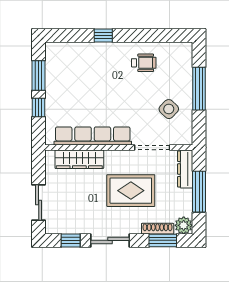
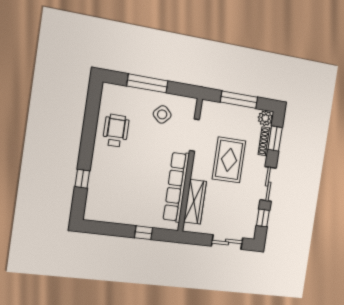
window: (103, 35) -> (82, 179), moved
wheelchair: (144, 63) -> (116, 131), width x1.36, depth x1.37
window: (39, 76) -> (114, 229), removed
dresser: (185, 169) -> (218, 109), removed

